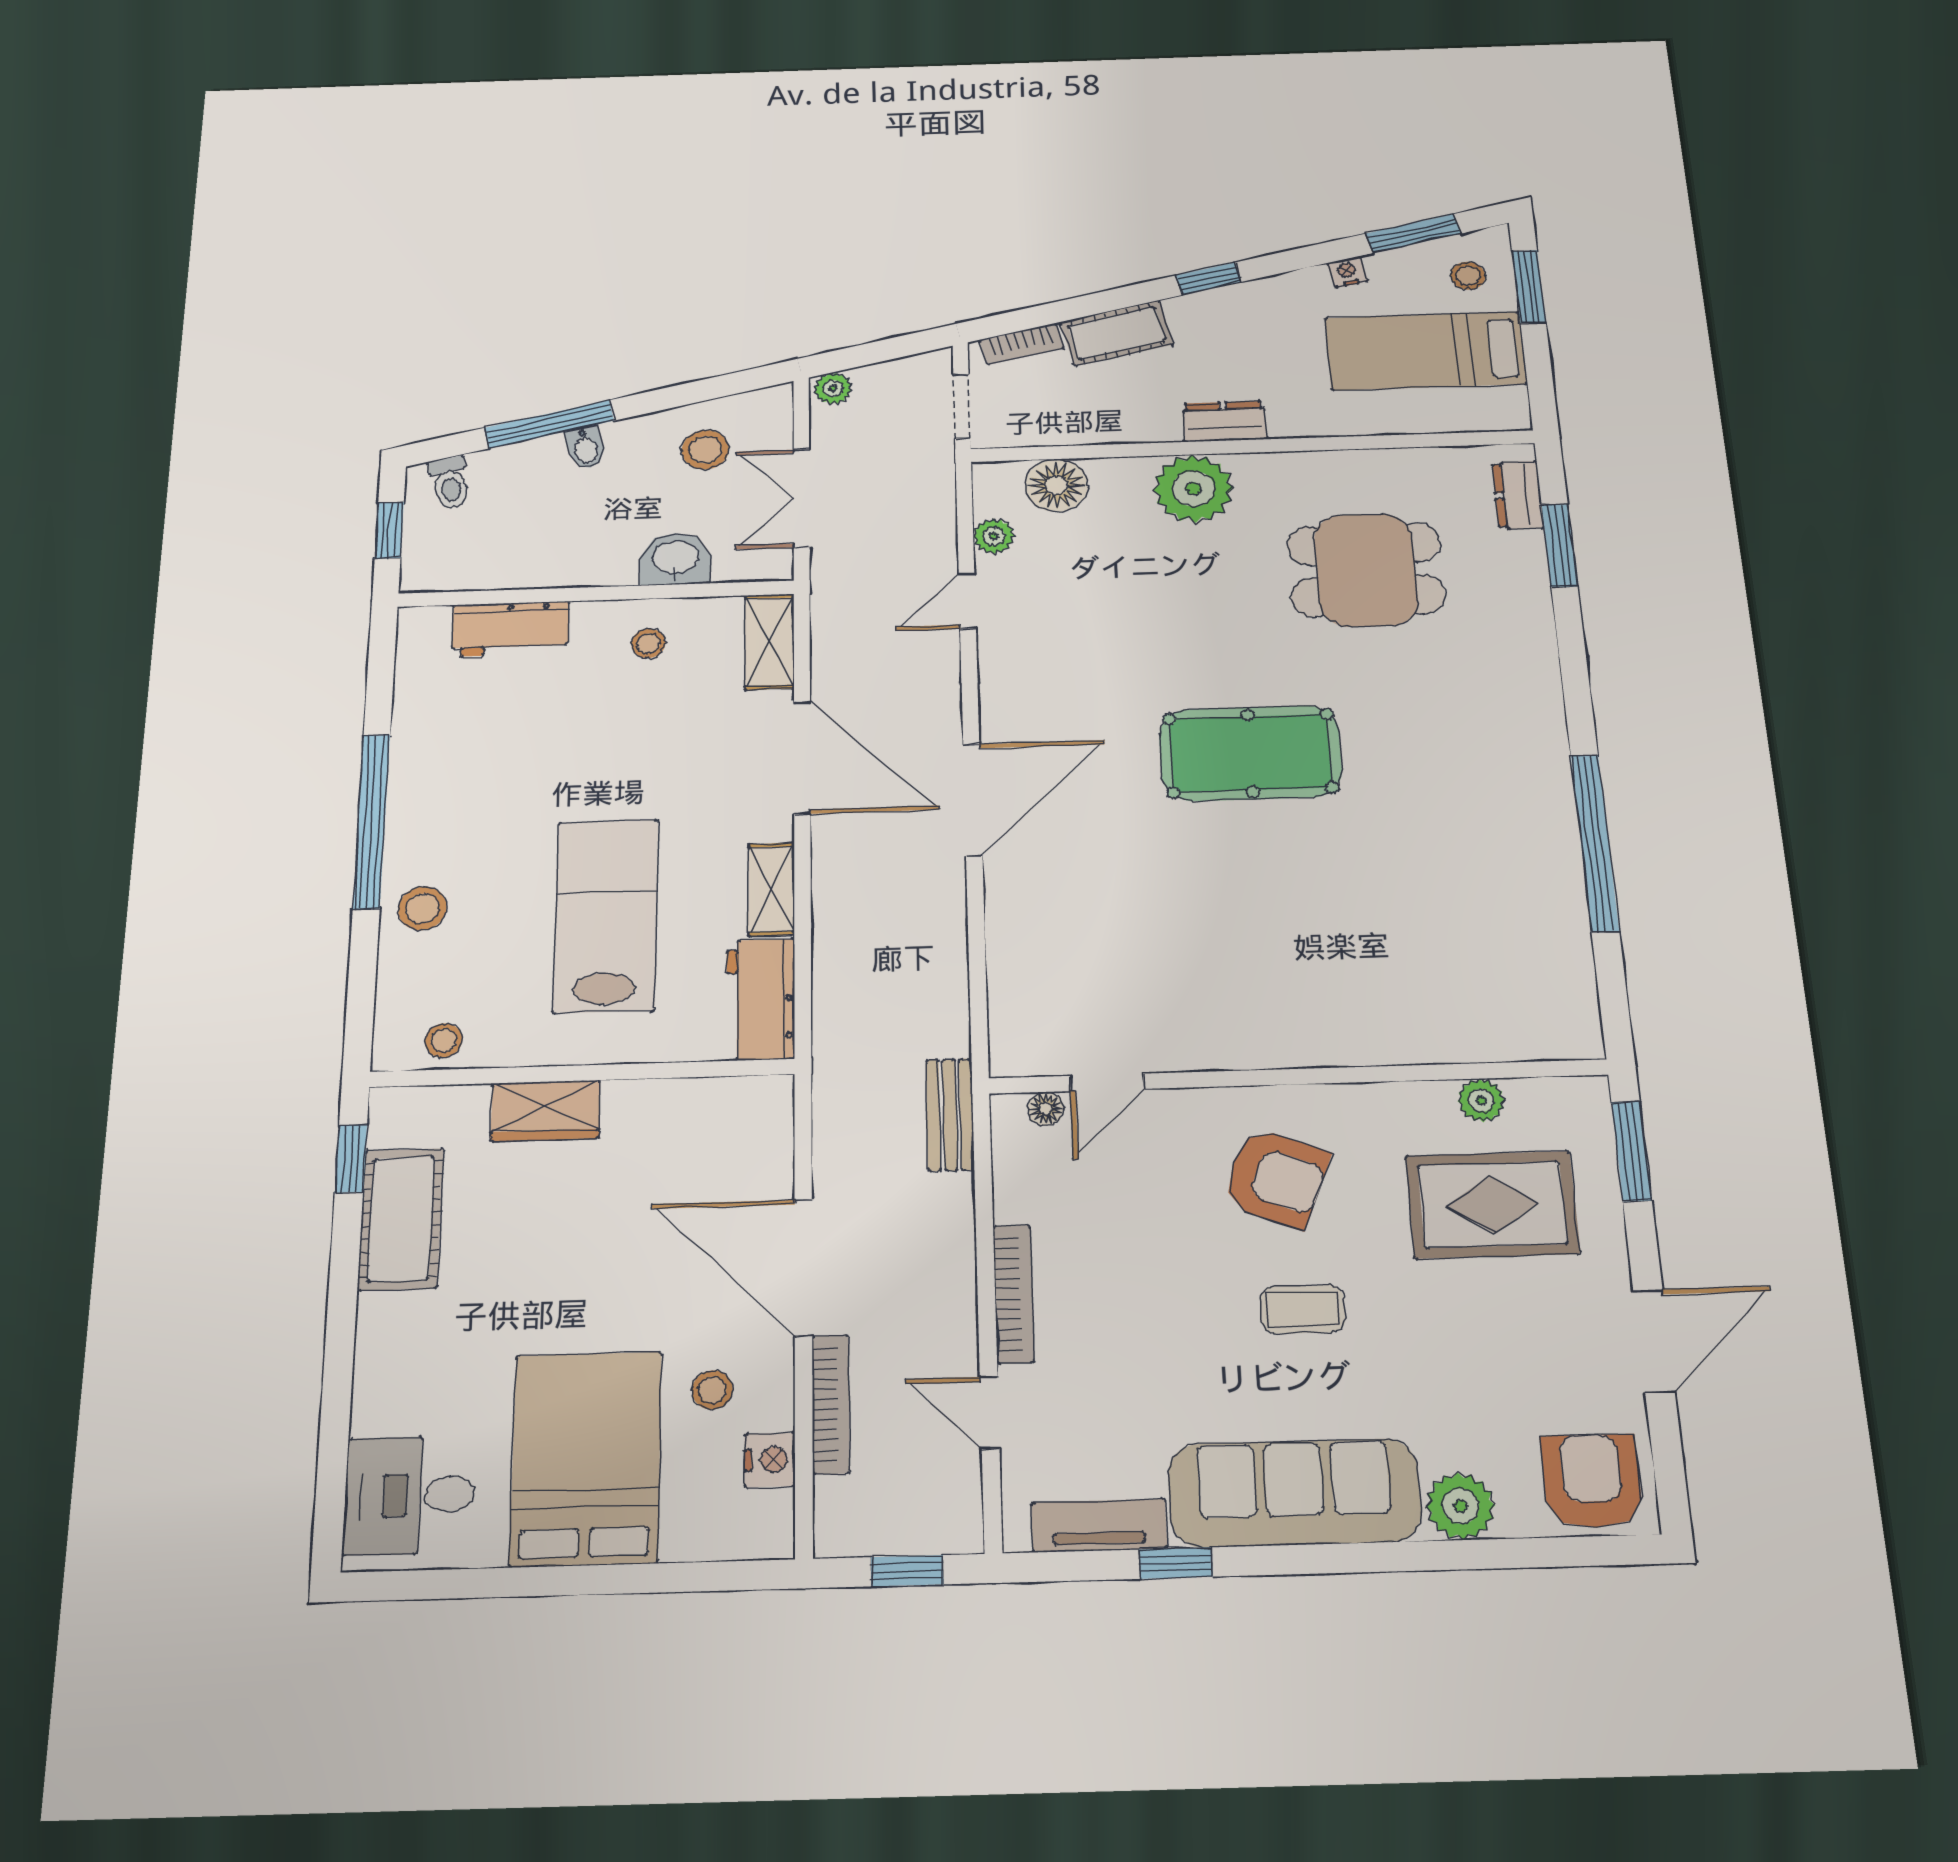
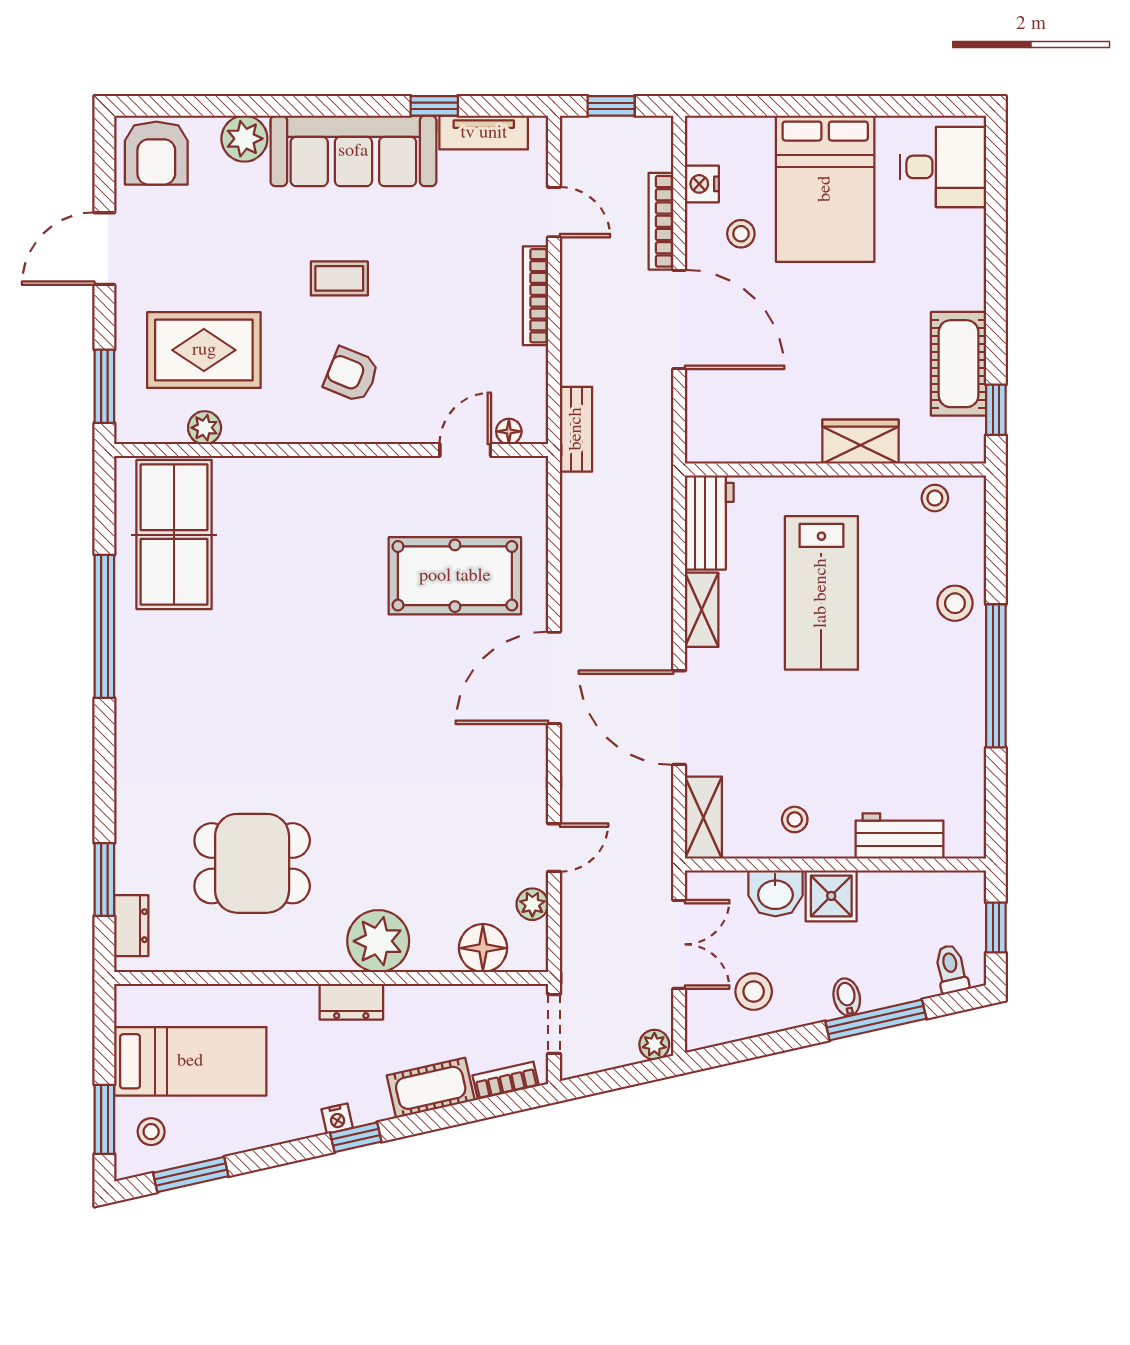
nightstand: (1347, 272) -> (337, 1119), moved
shower: (603, 558) -> (831, 896), added
pool table: (1250, 753) -> (455, 576), moved
table tennis table: (1510, 961) -> (174, 535), added
armchair: (1276, 1178) -> (351, 375), width x0.72, depth x0.72

